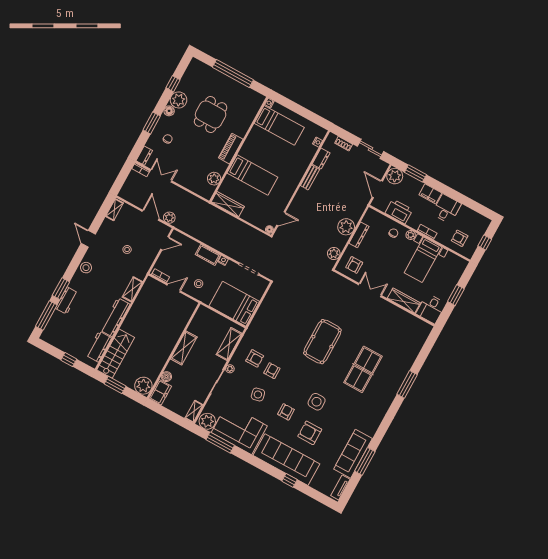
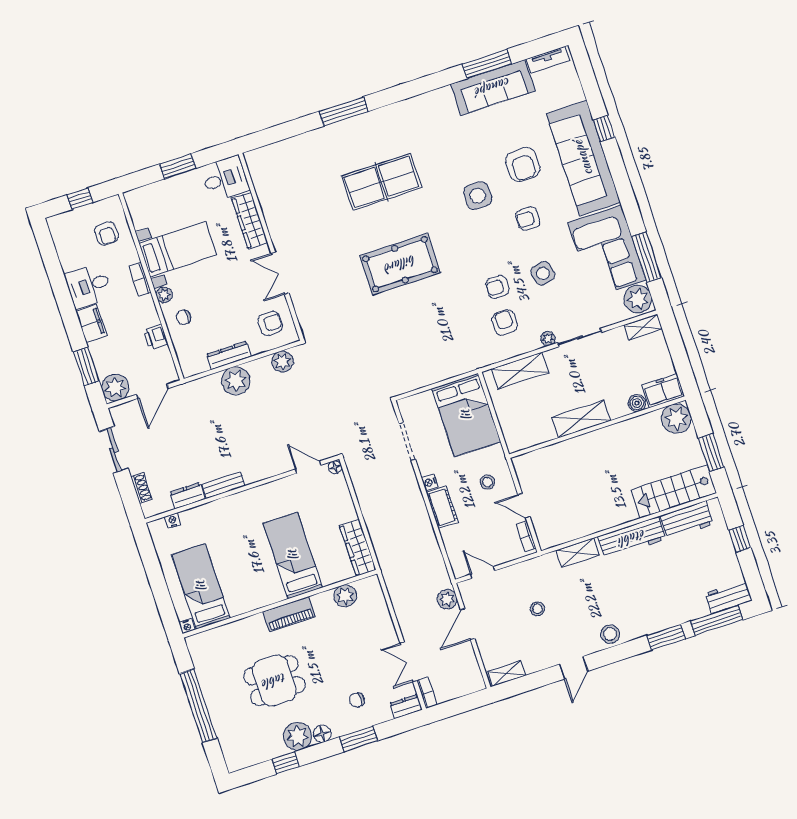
printer: (399, 211) -> (156, 337), width x0.53, depth x0.68
workbench: (67, 301) -> (729, 597), moved

